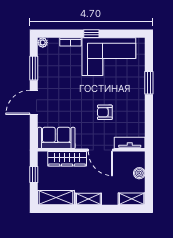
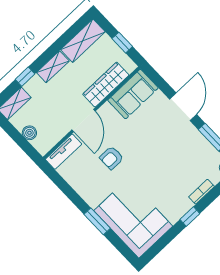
corner sofa: (109, 57) -> (133, 218), moved, turned 90
armchair: (105, 112) -> (112, 158), turned 180
door: (100, 150) -> (84, 121), swing flipped
window: (110, 209) -> (25, 77), added

